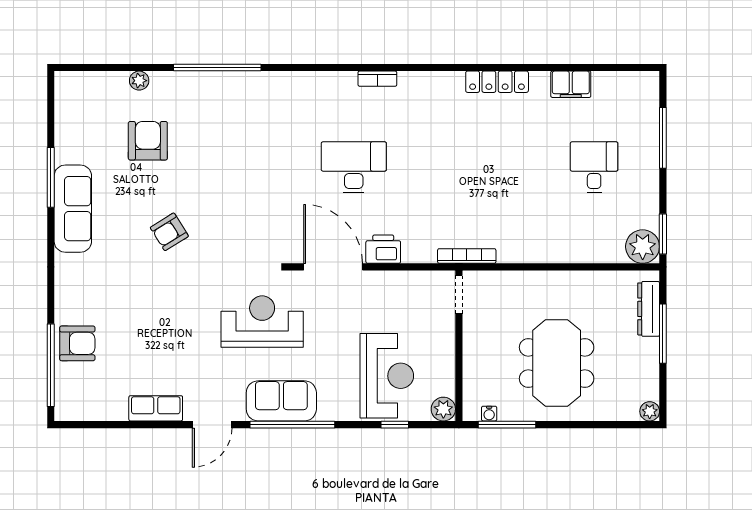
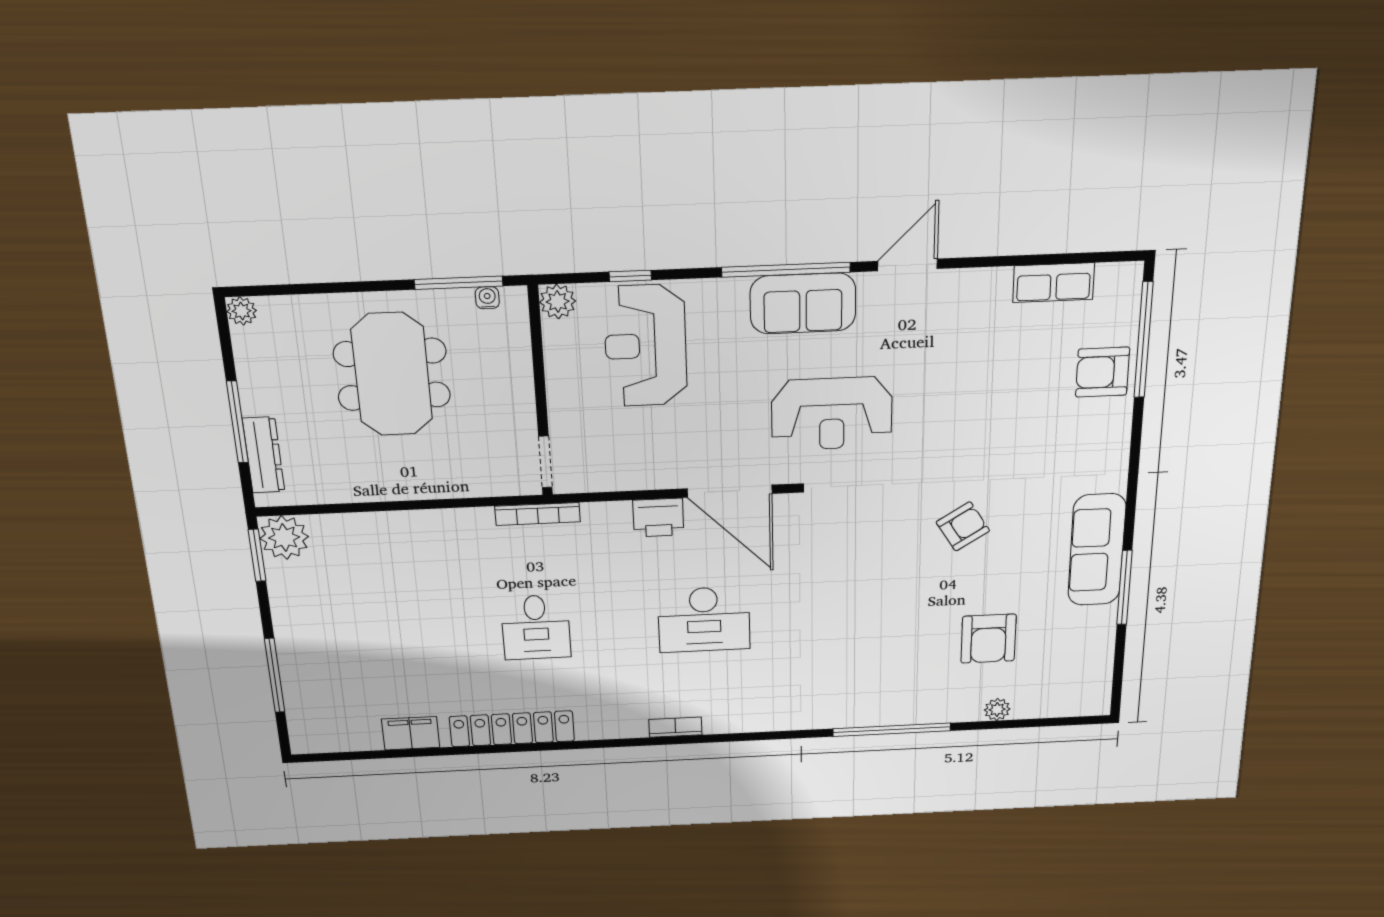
locker: (497, 82) -> (512, 729), width x1.41, depth x1.21
desk: (594, 167) -> (536, 627), moved
row of seats: (156, 408) -> (1054, 283), moved

